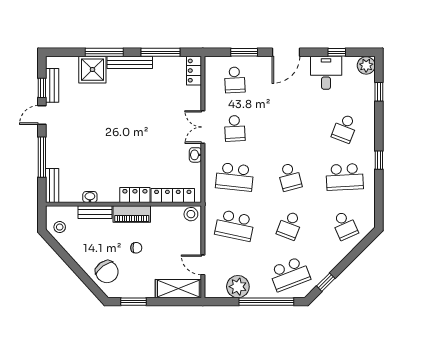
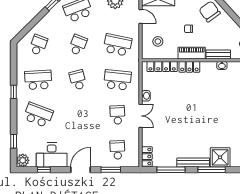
desk: (326, 73) -> (52, 155), width x1.37
school desk: (345, 128) -> (38, 115), width x1.85
stool: (191, 214) -> (158, 41), moved
school desk: (345, 225) -> (38, 45), turned 45

